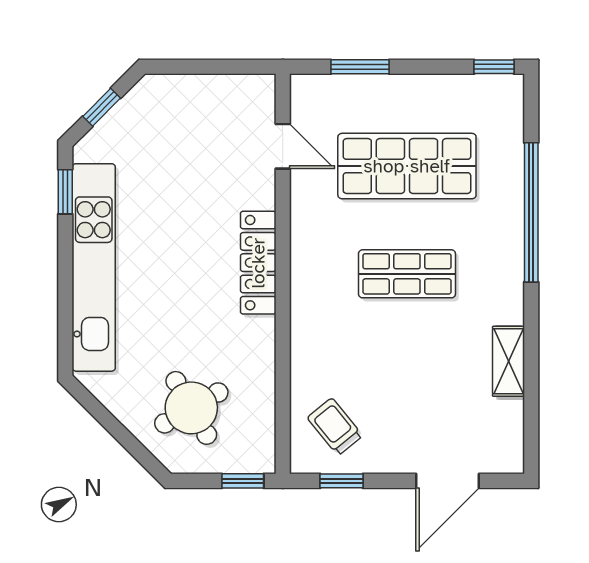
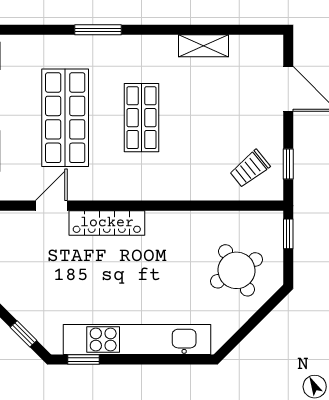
window: (531, 212) -> (98, 30), width x0.47
locker: (258, 263) -> (107, 223), moved

